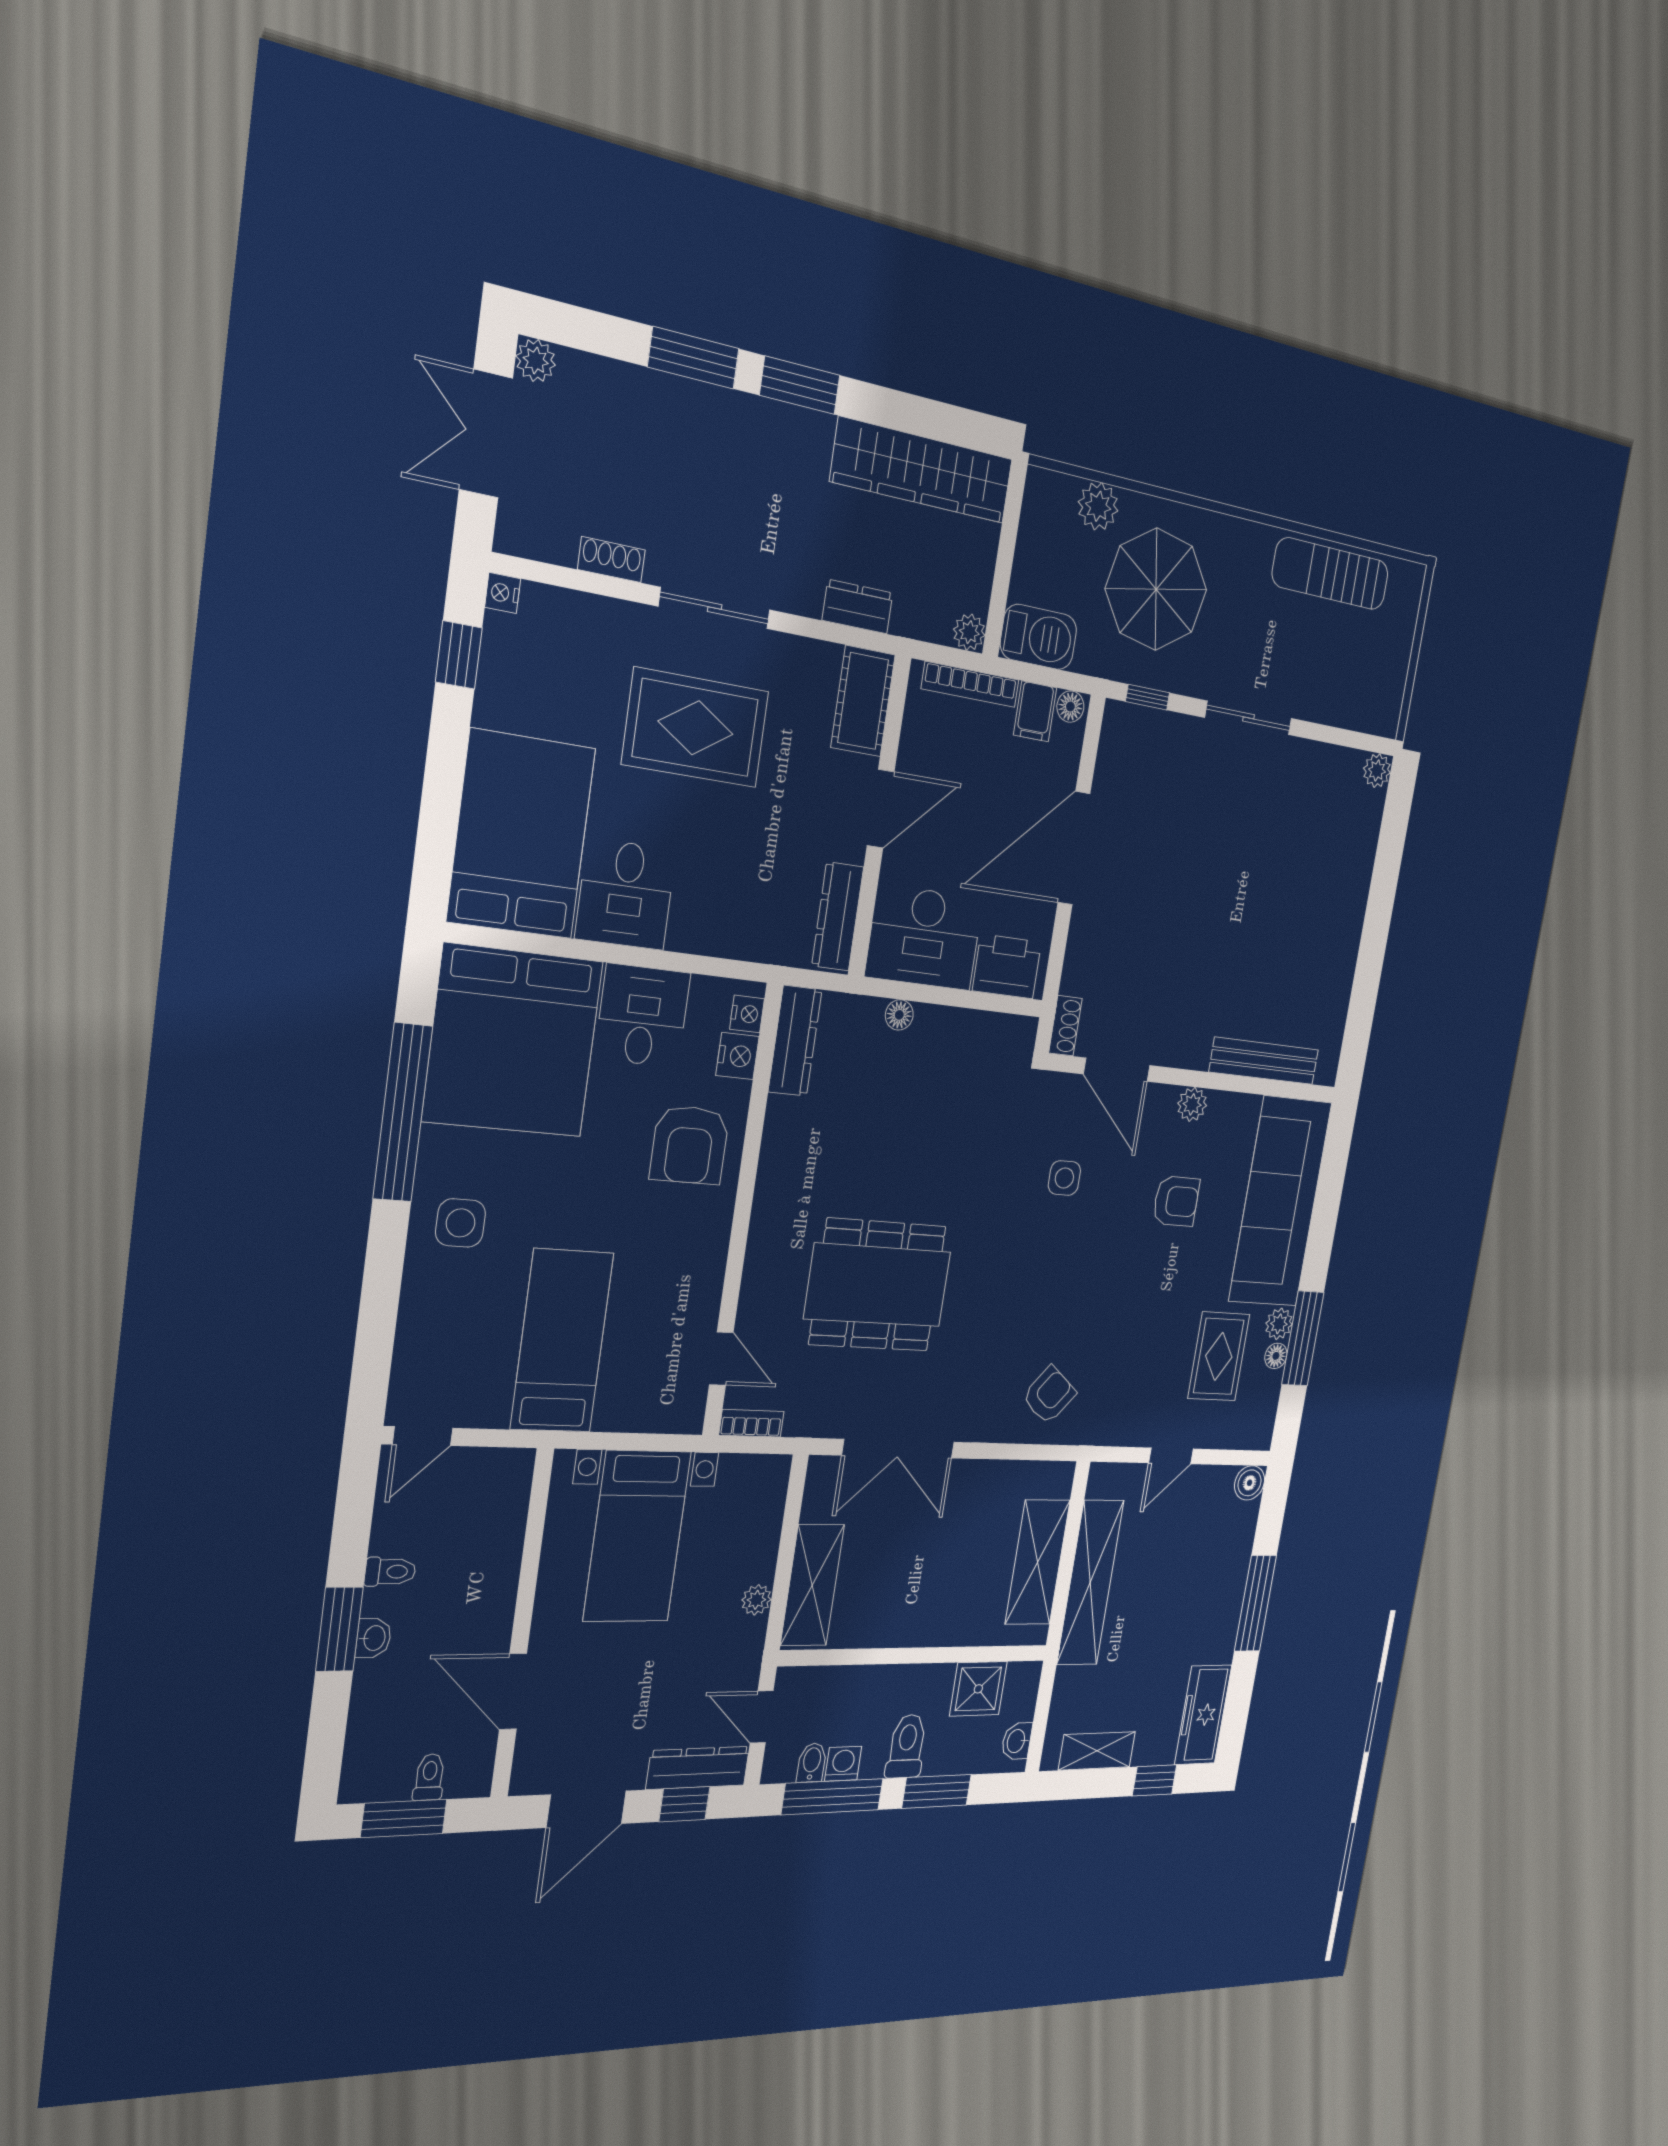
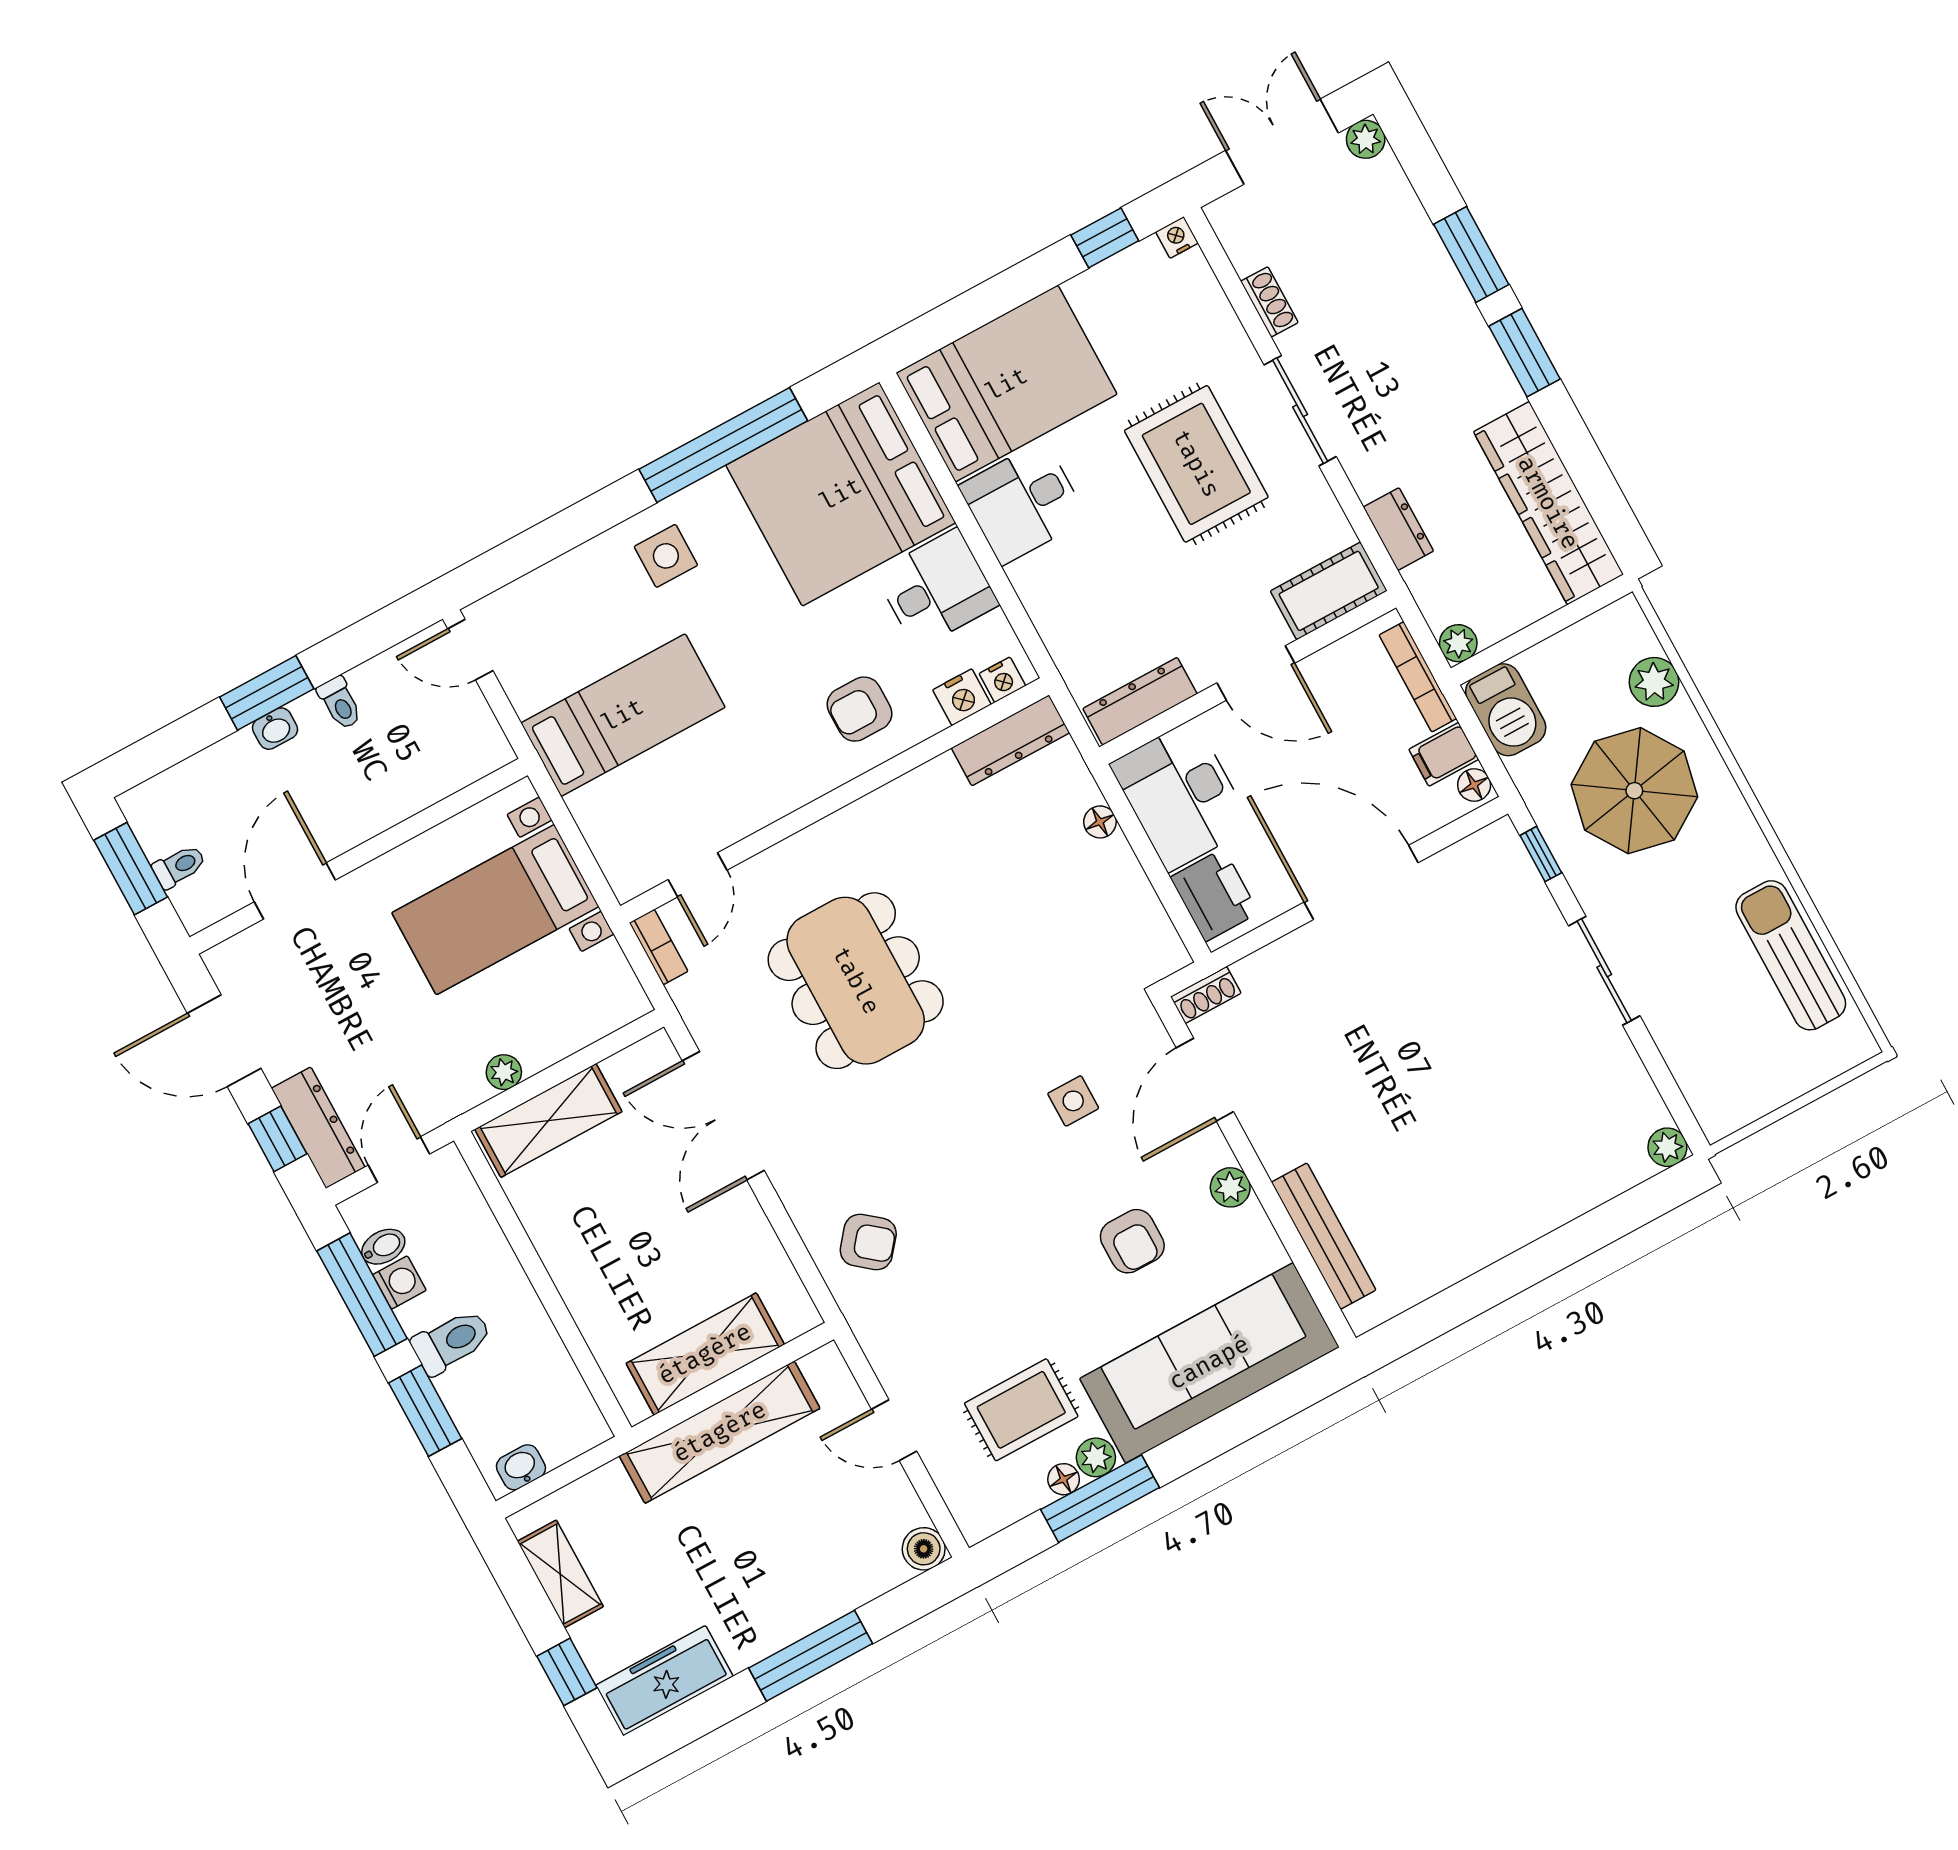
armchair: (690, 1145) -> (859, 709), width x0.72, depth x0.72
shower: (978, 1689) -> (548, 1381), removed

